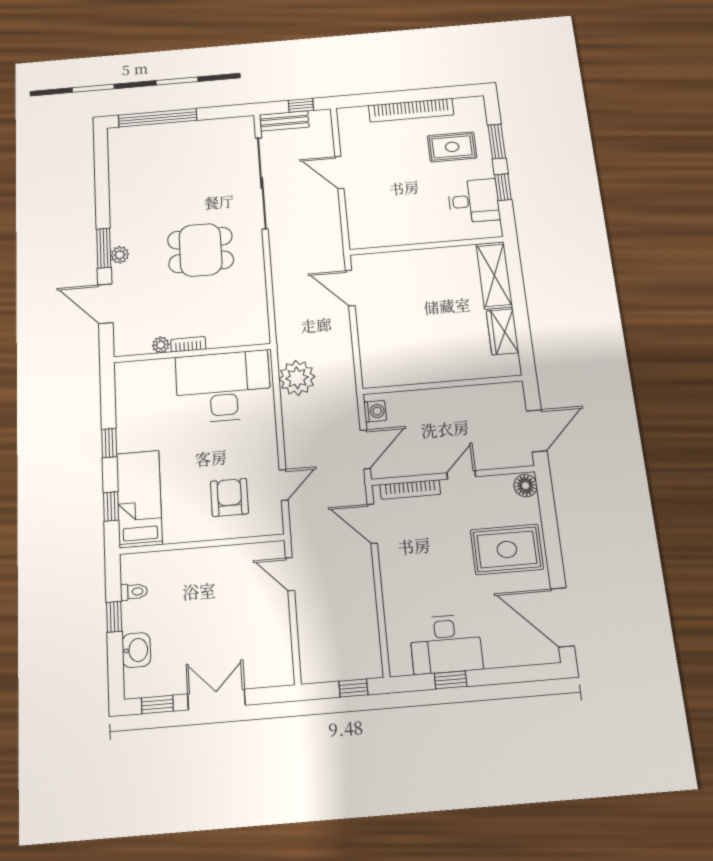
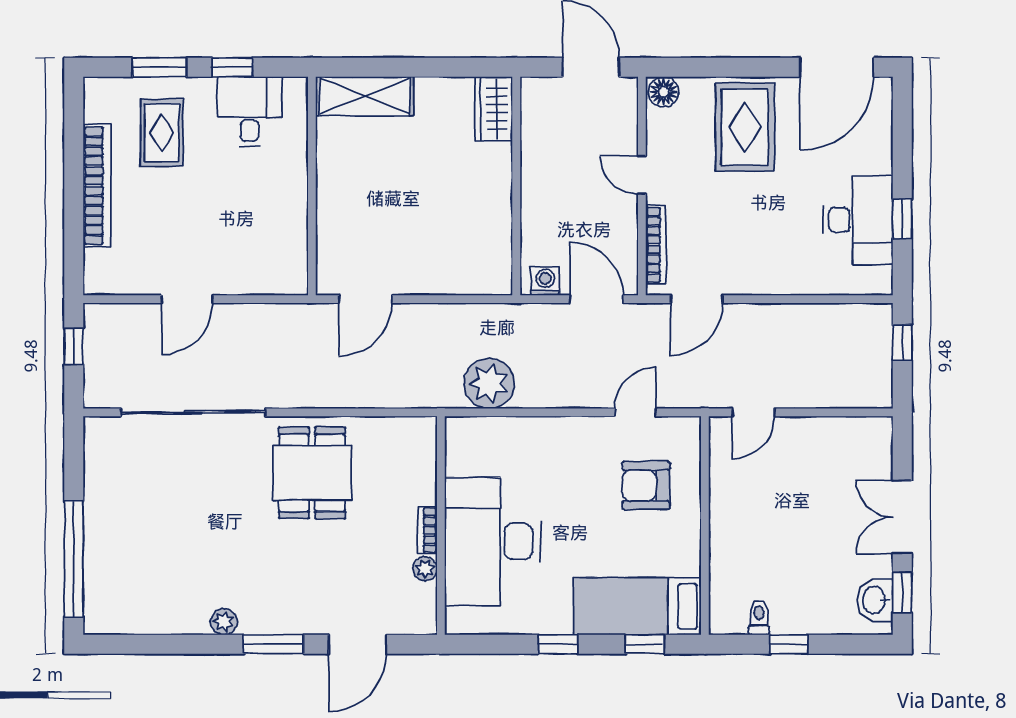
bench: (284, 121) -> (97, 373), removed
dining table: (200, 250) -> (312, 473), moved
plant: (120, 255) -> (224, 622), moved
wardrobe: (503, 332) -> (494, 109), moved, turned 90
desk: (223, 387) -> (492, 541), moved
door: (284, 485) -> (635, 412), hinge flipped
washbasin: (136, 650) -> (875, 600), moved, turned -90

